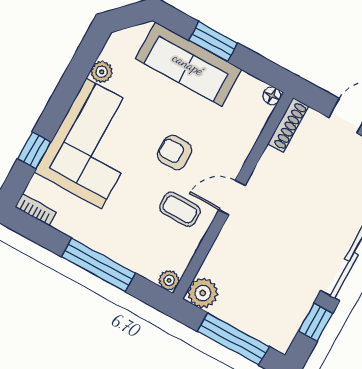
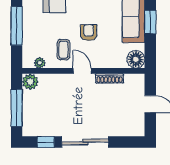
floor lamp: (272, 96) -> (136, 59), width x1.89, depth x1.89
shoe rack: (288, 125) -> (110, 79), moved
plant: (169, 280) -> (40, 63), moved

